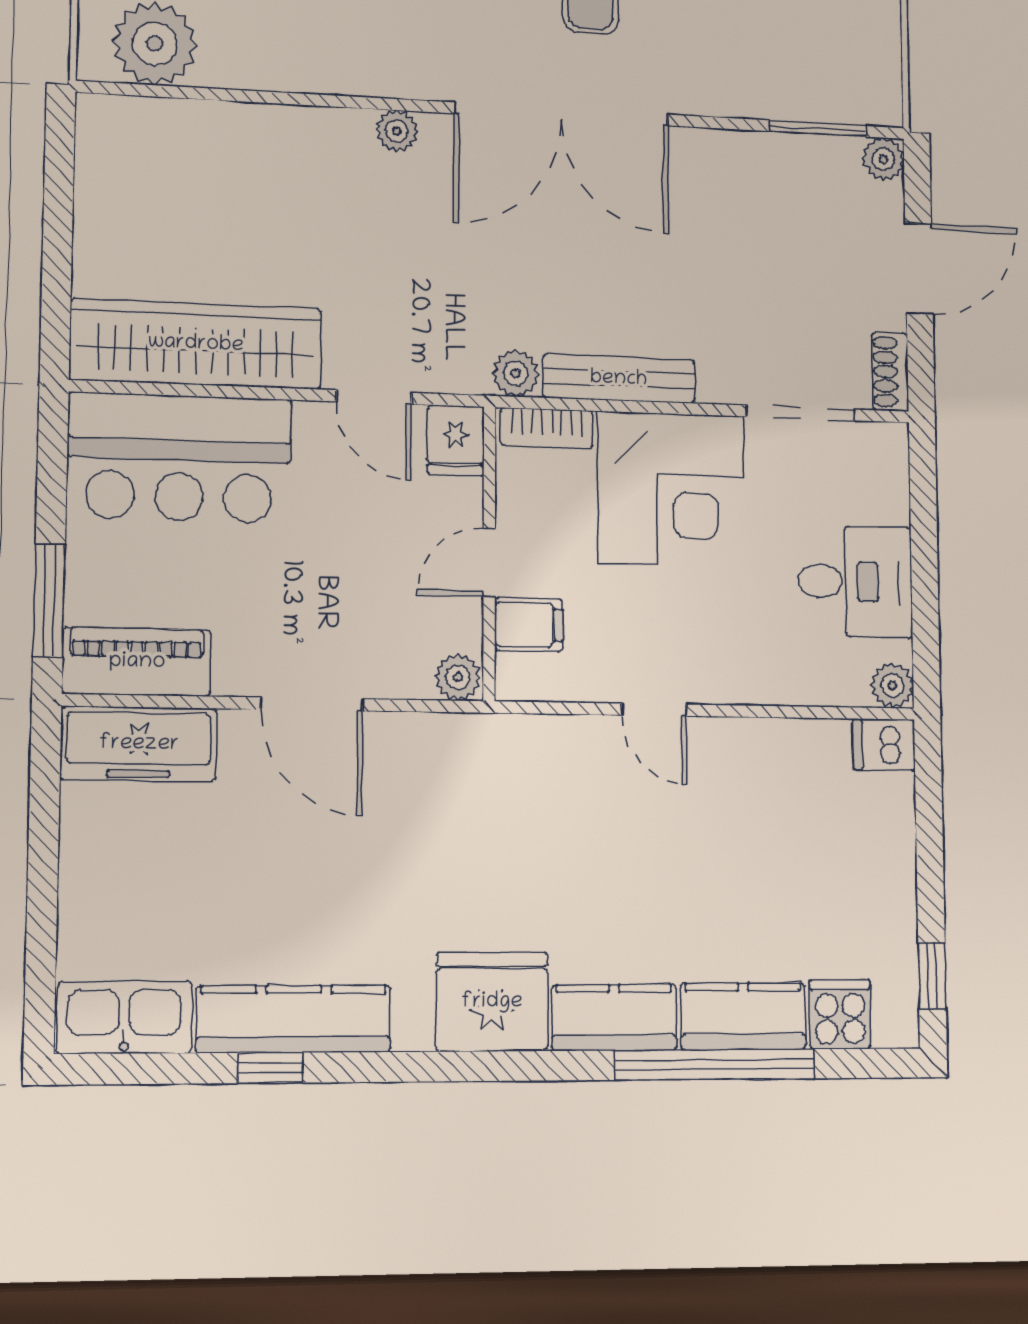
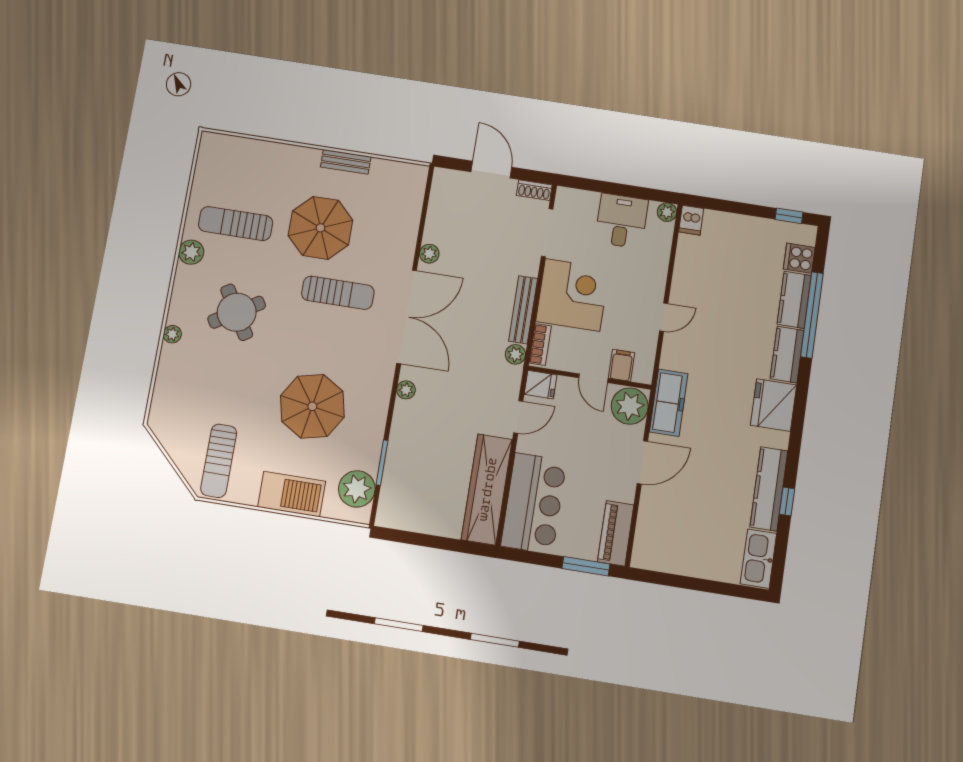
window: (818, 129) -> (382, 463), moved
plant: (883, 159) -> (429, 254), moved
plant: (458, 677) -> (630, 406), width x1.88, depth x1.88
freezer: (139, 744) -> (669, 403), moved

